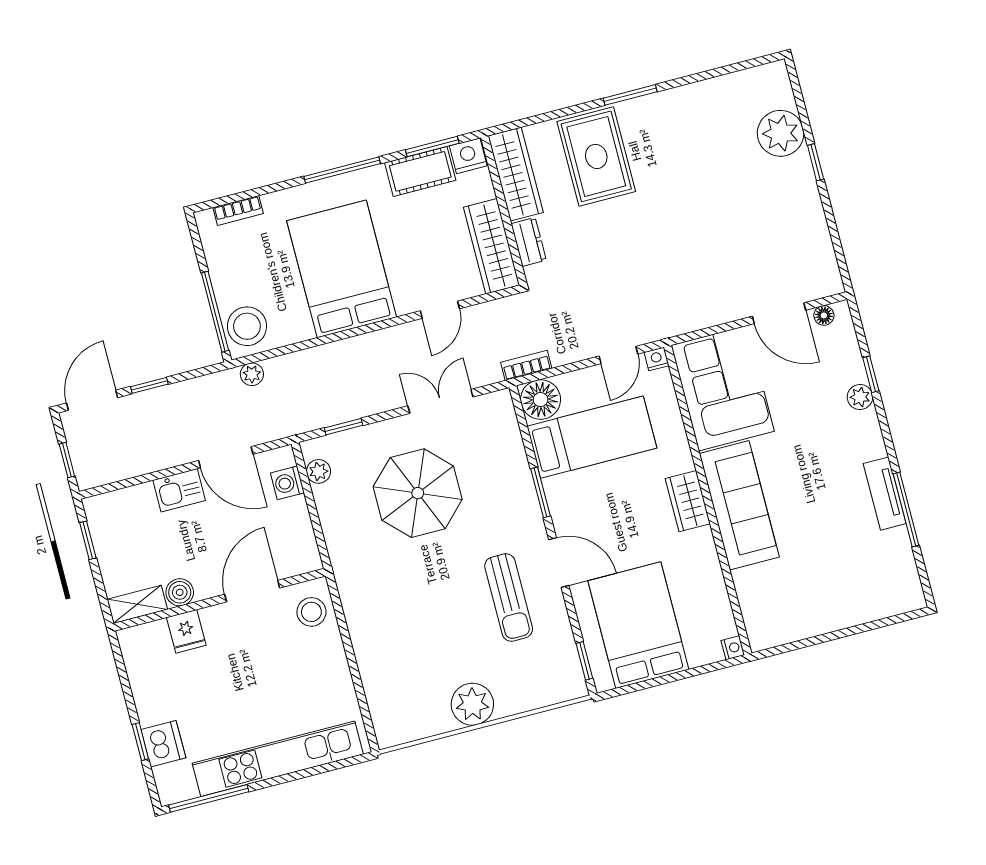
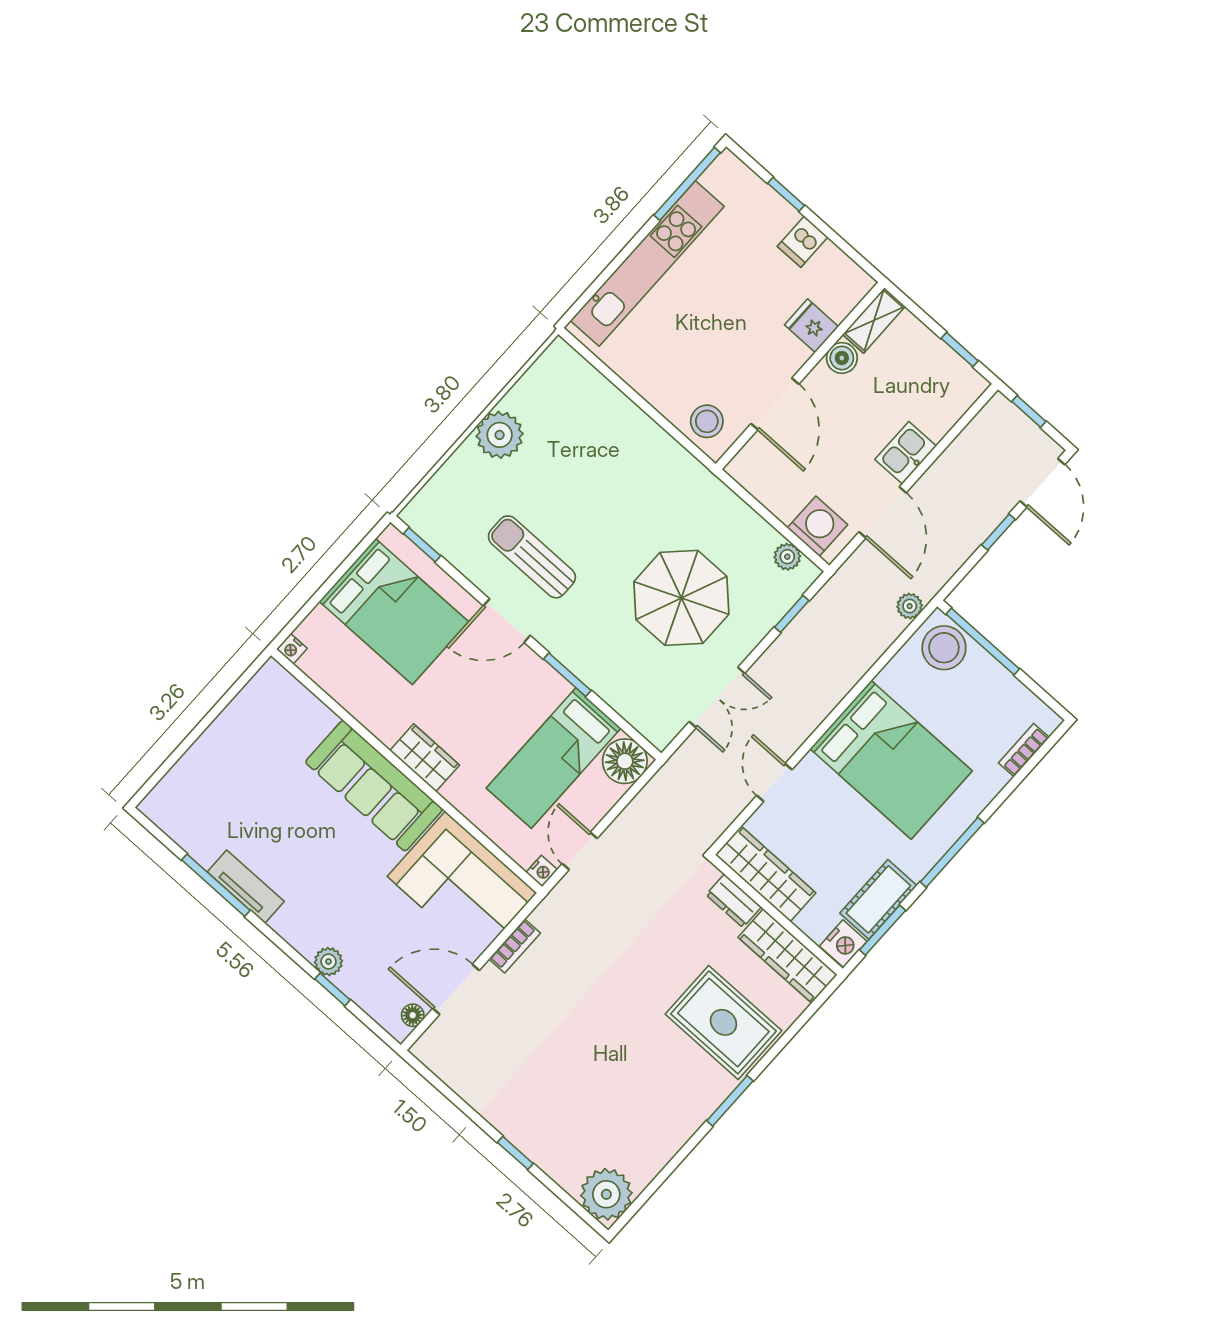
plant: (781, 133) -> (606, 1194), moved
bookcase: (526, 365) -> (515, 946), moved
door: (226, 457) -> (883, 512), swing flipped
washing machine: (287, 483) -> (817, 526), width x1.38, depth x1.38
dishwasher: (163, 744) -> (803, 242), moved, width x0.73

